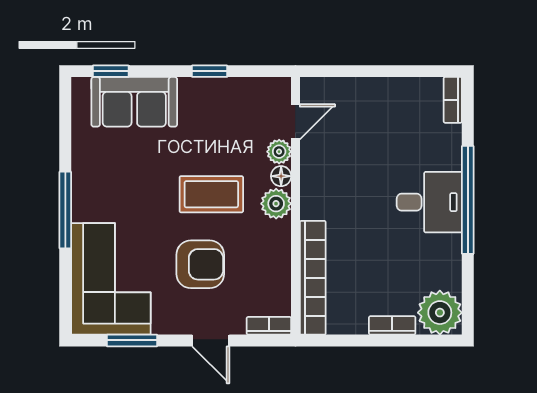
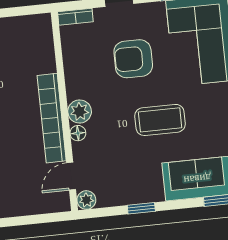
plant: (279, 152) -> (86, 200), moved
coffee table: (211, 194) -> (160, 120), moved
bookcase: (313, 278) -> (52, 118), moved

